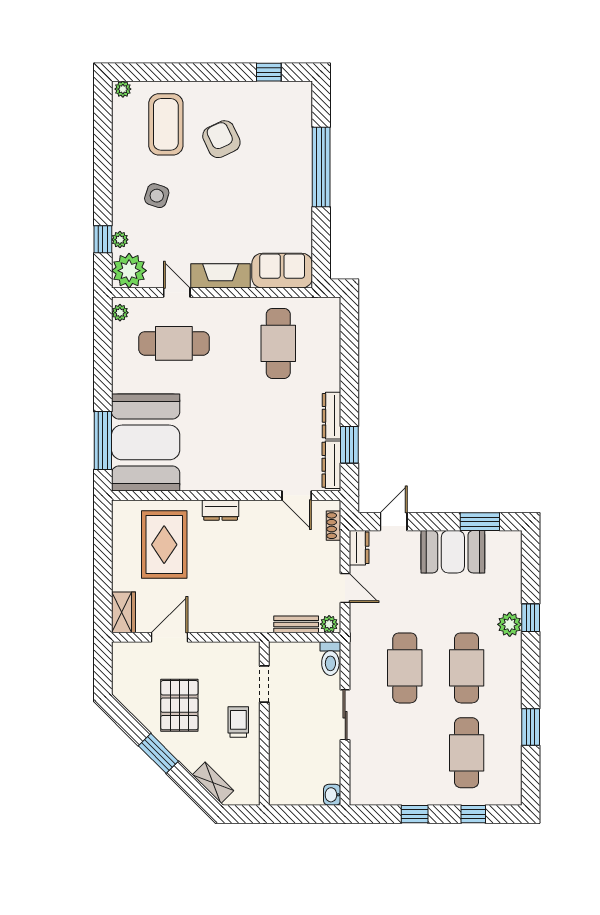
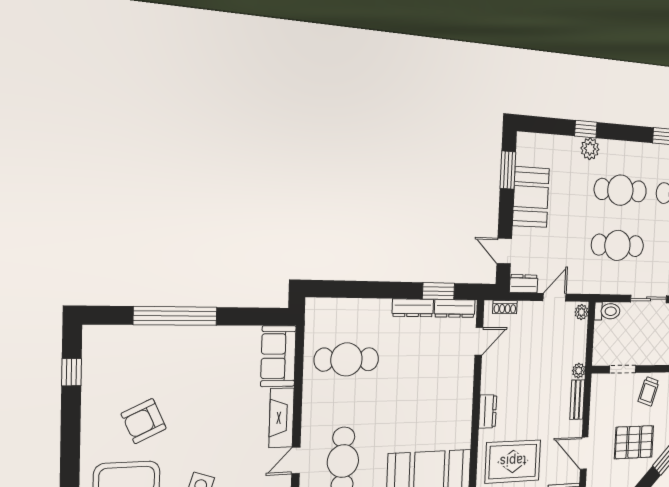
plant: (263, 624) -> (579, 371), added
bench: (296, 624) -> (577, 400), moved
trolley: (238, 722) -> (649, 391), turned -72

